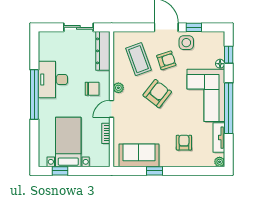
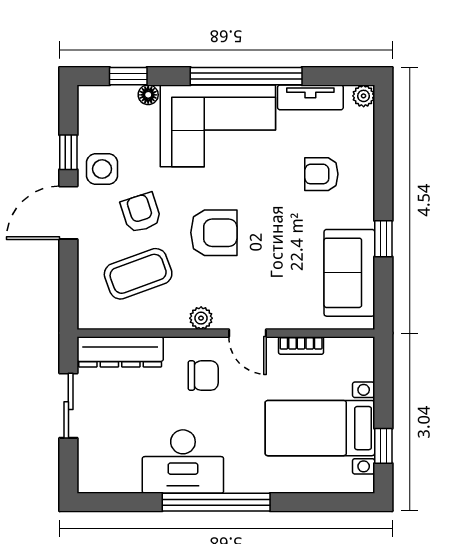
chair: (92, 89) -> (203, 376), turned 90
armchair: (157, 94) -> (214, 233), turned 142

